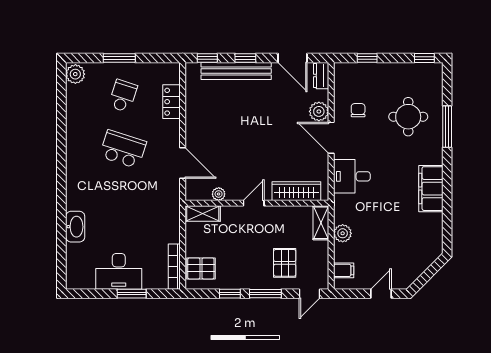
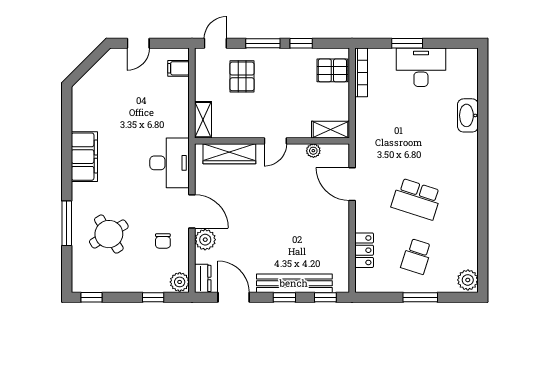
round table: (408, 117) -> (109, 234), turned -32
desk: (352, 176) -> (170, 163), width x1.37
plant: (343, 233) -> (180, 282), moved

